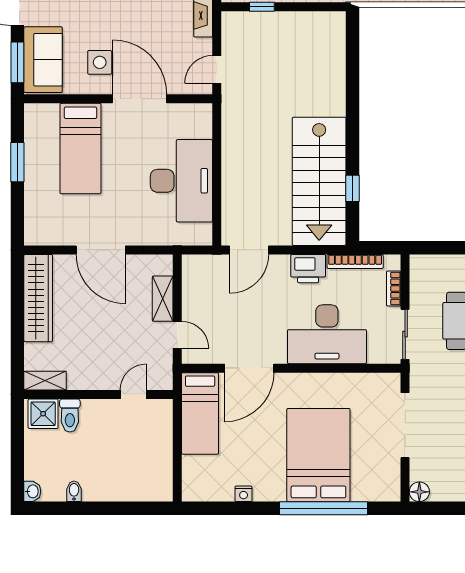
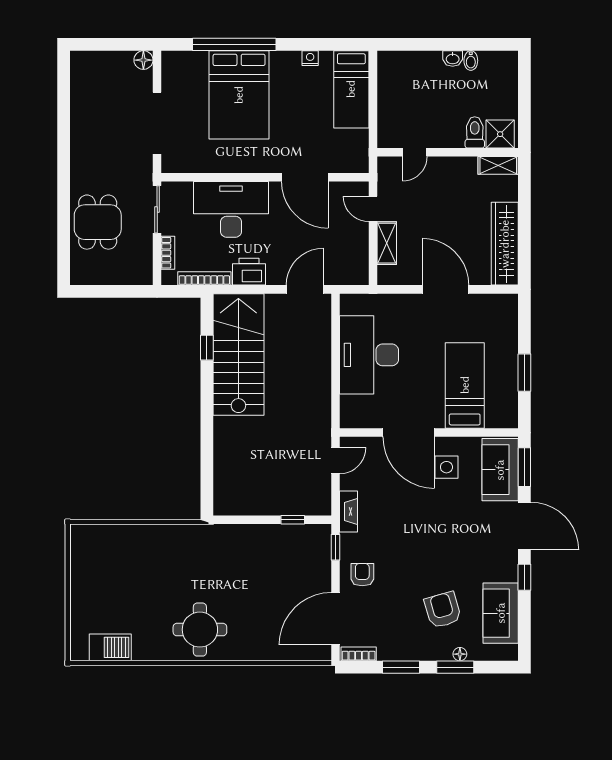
door: (249, 368) -> (305, 177), swing flipped
bed: (200, 413) -> (351, 89), moved, turned 180
washbasin: (32, 491) -> (453, 59), moved, turned -90

